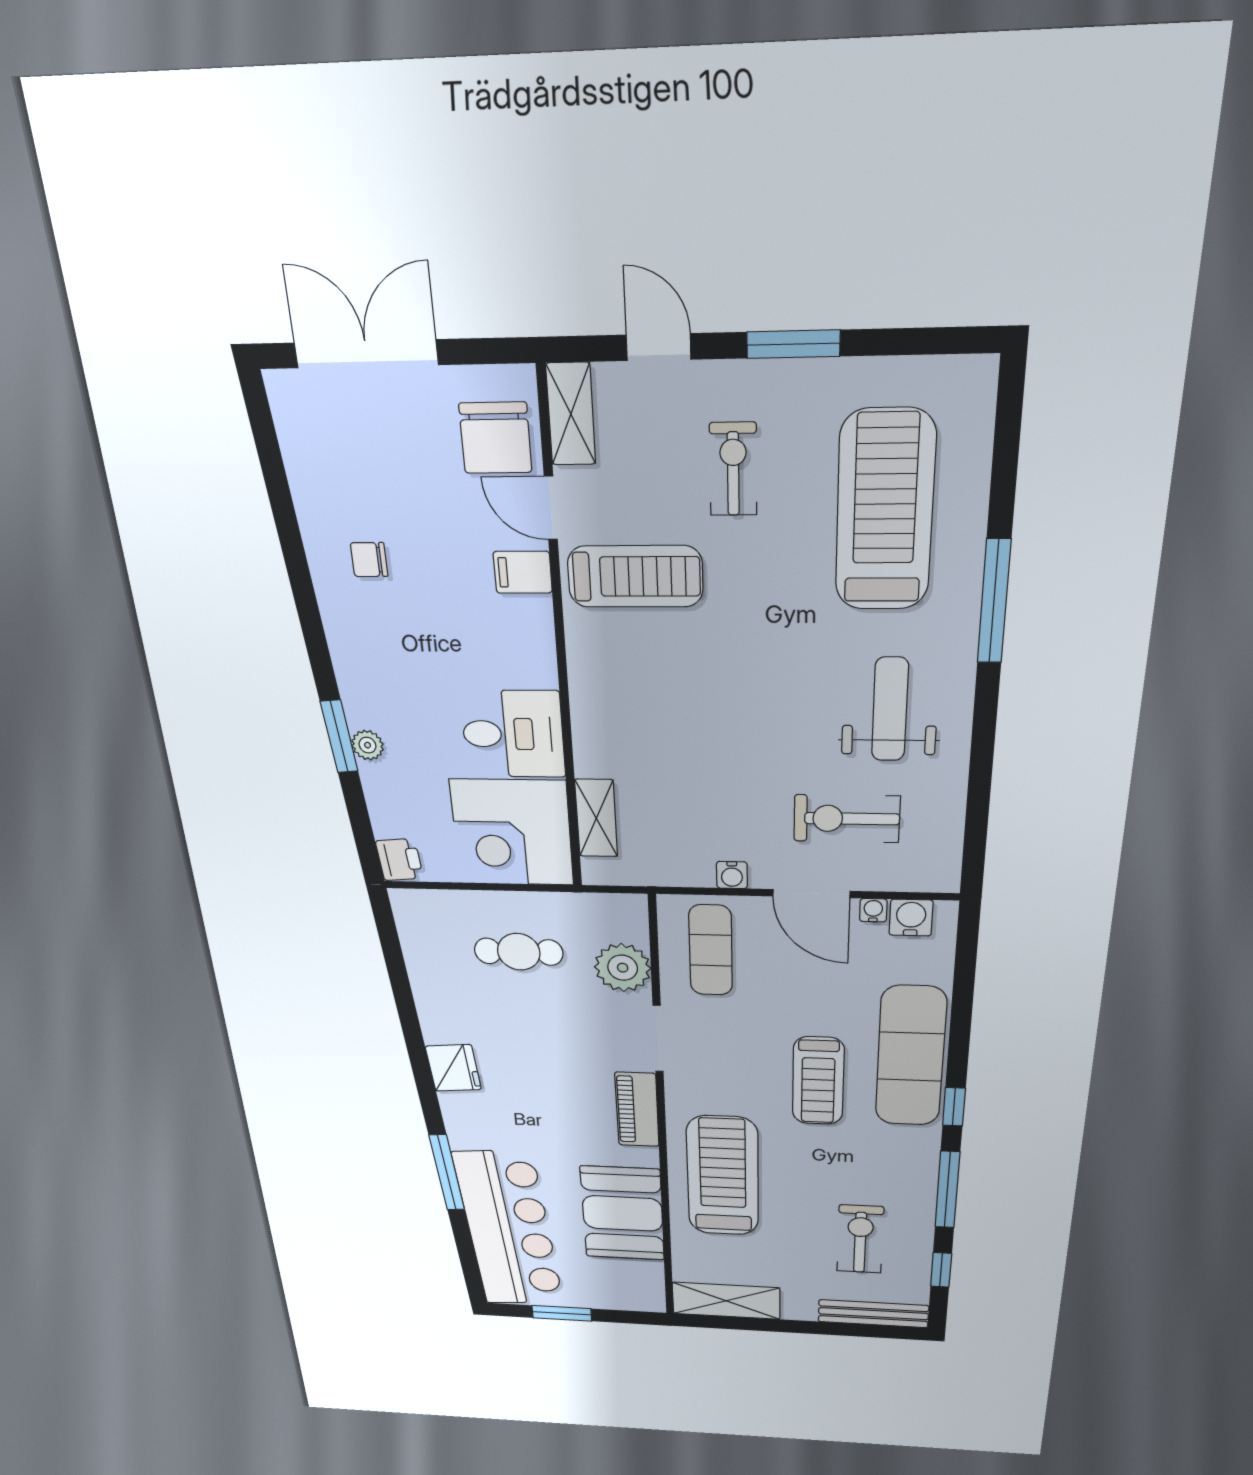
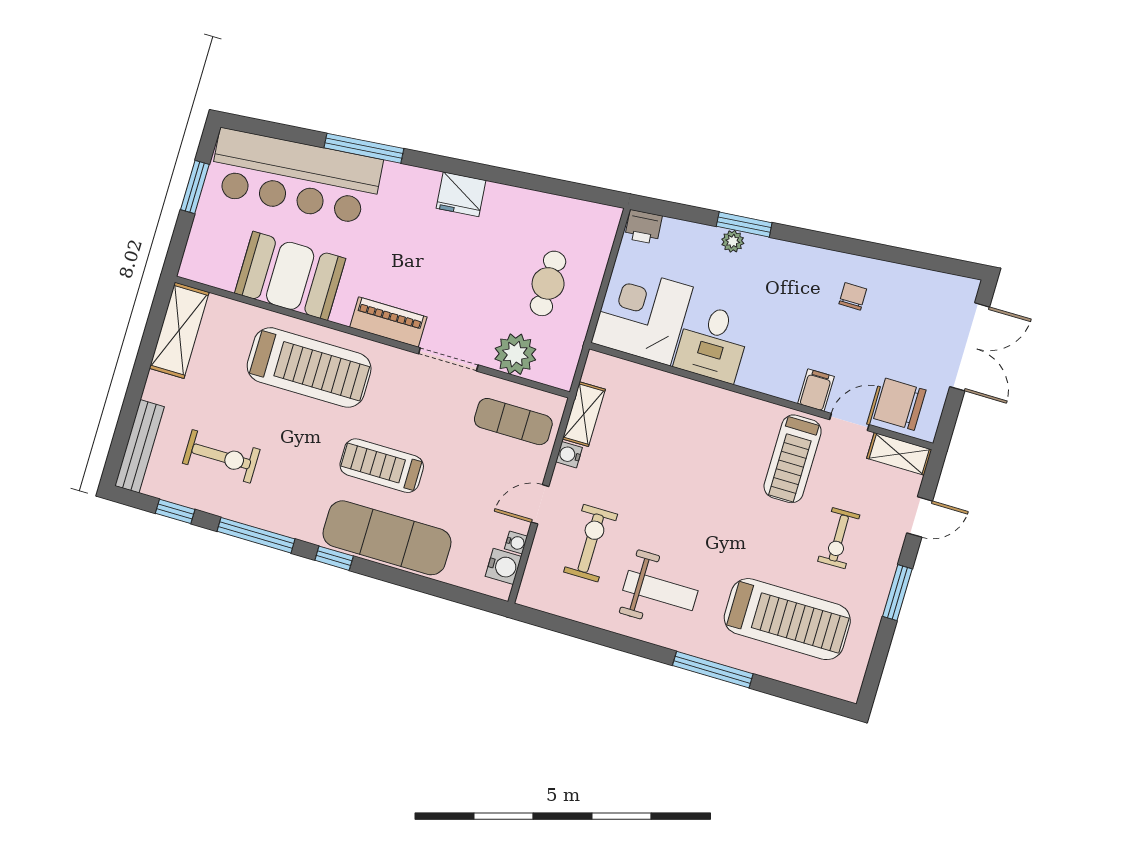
exercise bike: (733, 469) -> (839, 538), turned 89
shelving: (596, 818) -> (584, 414), moved, turned 90
door: (811, 894) -> (540, 504), width x0.73

